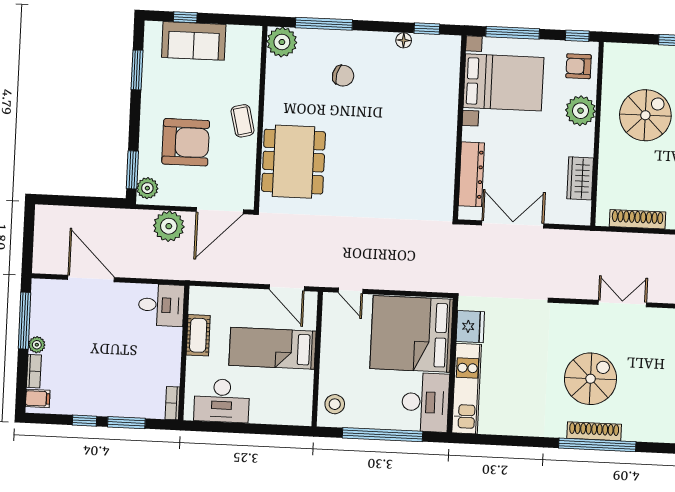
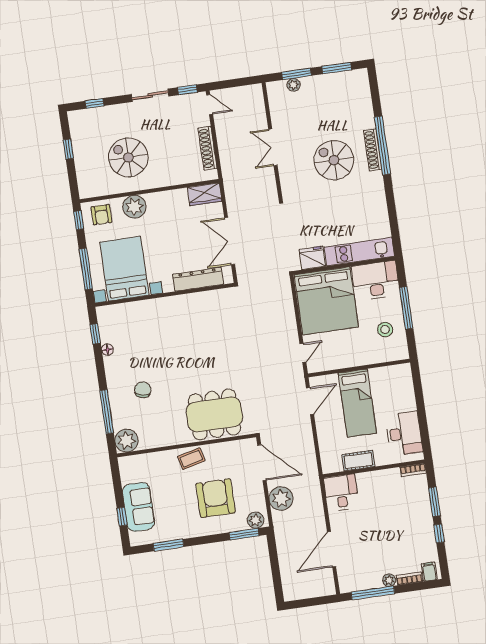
wardrobe: (580, 178) -> (204, 194), moved
stool: (335, 404) -> (385, 329), moved
window: (383, 435) -> (406, 308), width x0.68

